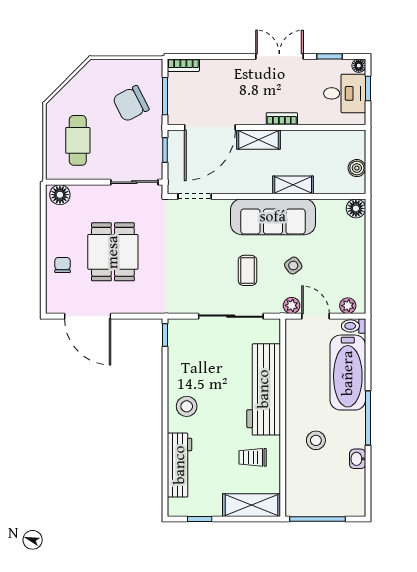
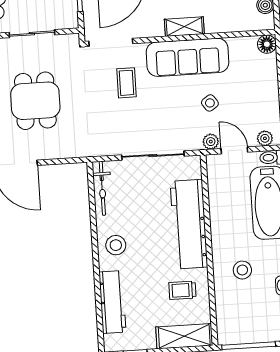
sliding door: (134, 182) -> (32, 34), moved
shelving: (293, 185) -> (184, 27), moved
doorway: (195, 196) -> (111, 42), width x1.38
coffee table: (248, 270) -> (127, 83), moved
window: (165, 335) -> (91, 178), removed
bicycle: (176, 347) -> (102, 188), added

